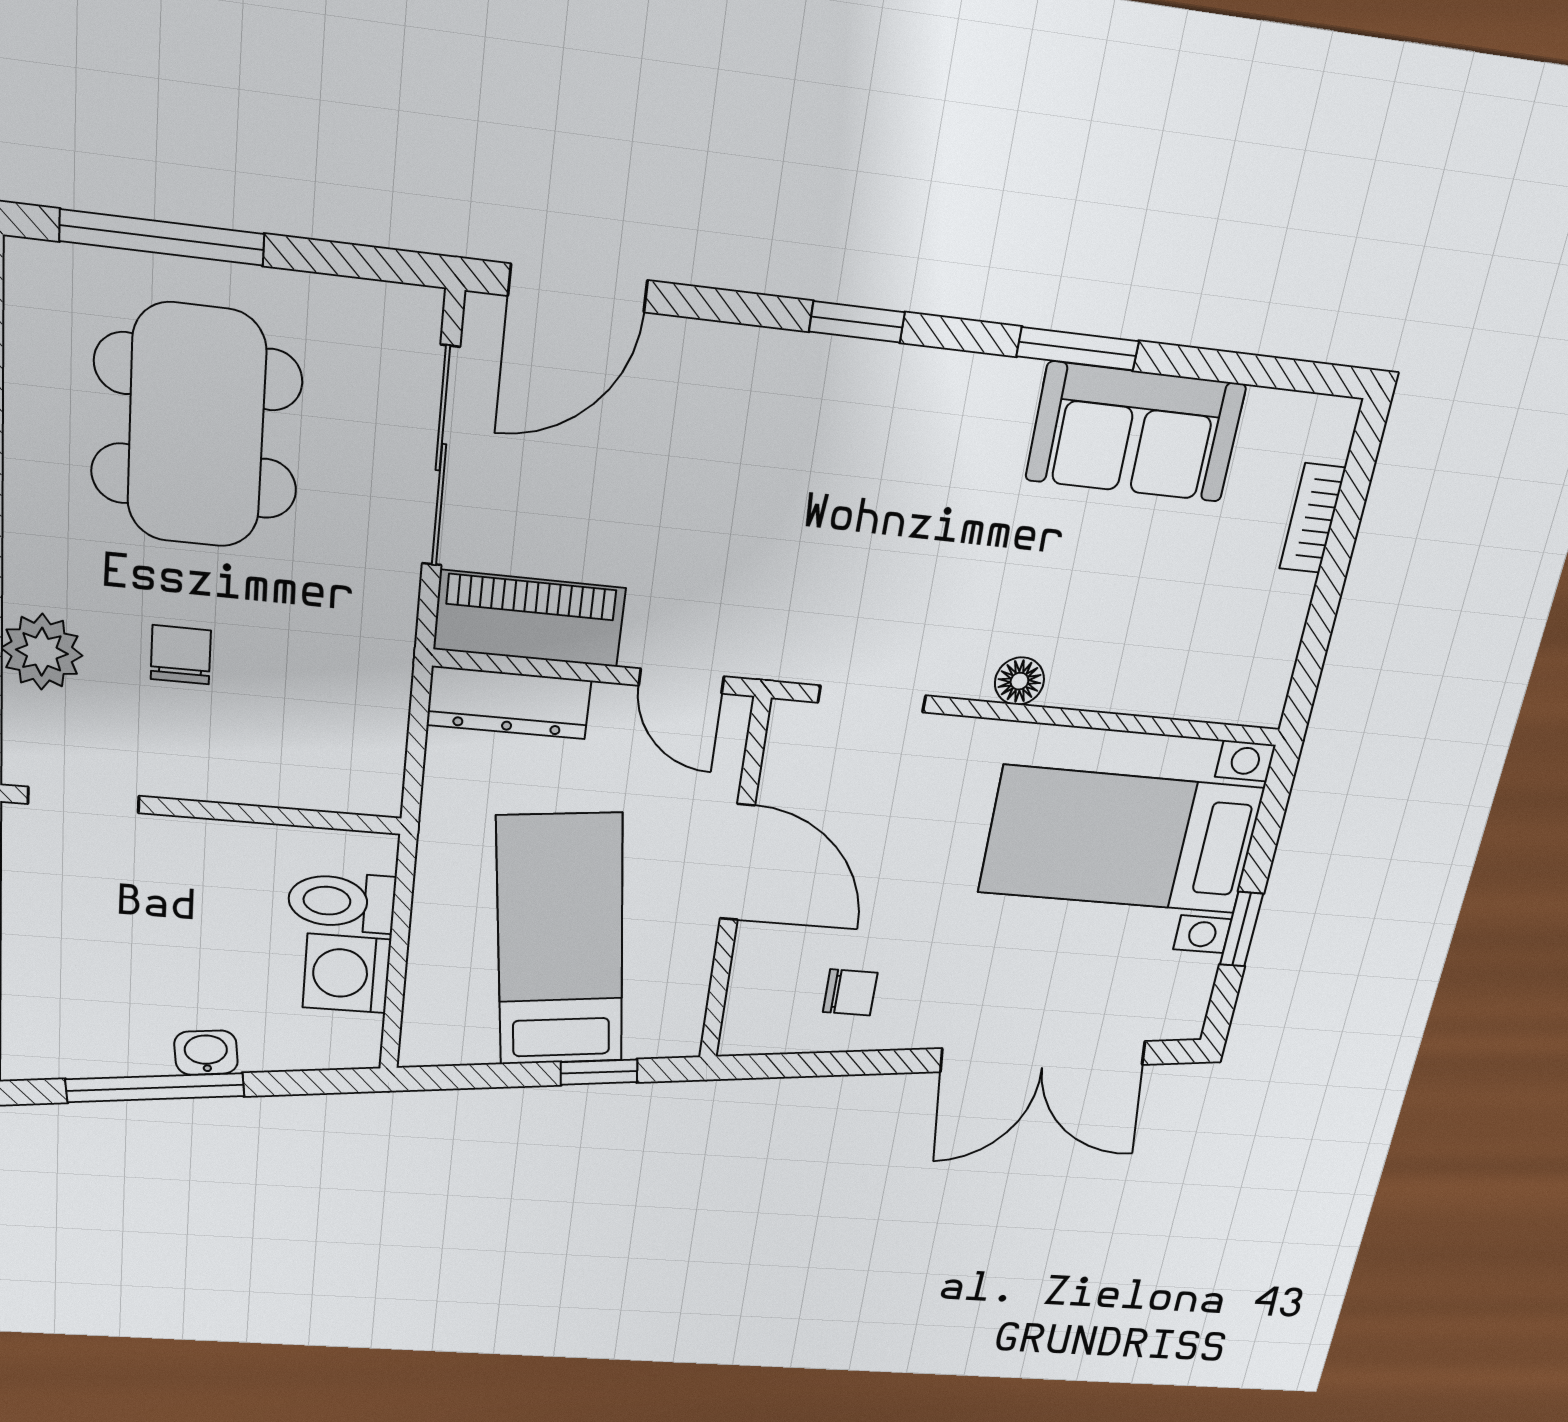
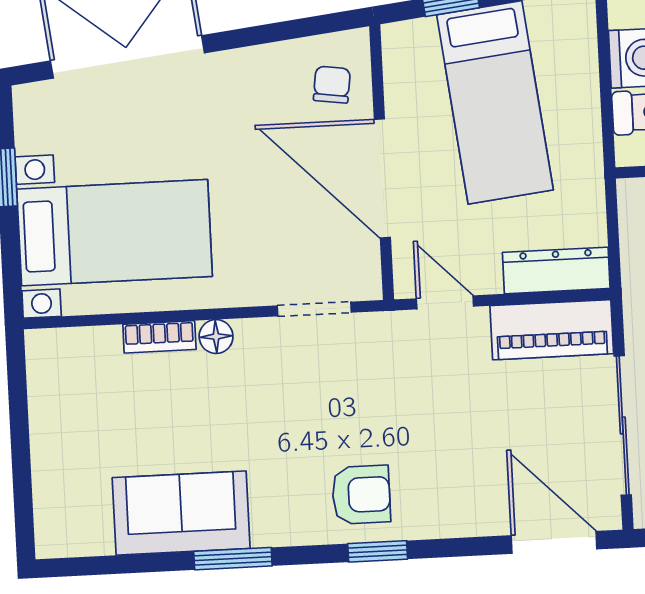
door: (578, 288) -> (554, 542), hinge flipped
armchair: (863, 416) -> (361, 495), added
bookcase: (1312, 518) -> (159, 337), moved, turned 90
door: (737, 862) -> (382, 178), width x1.36
chair: (850, 992) -> (332, 85), moved, turned 98

